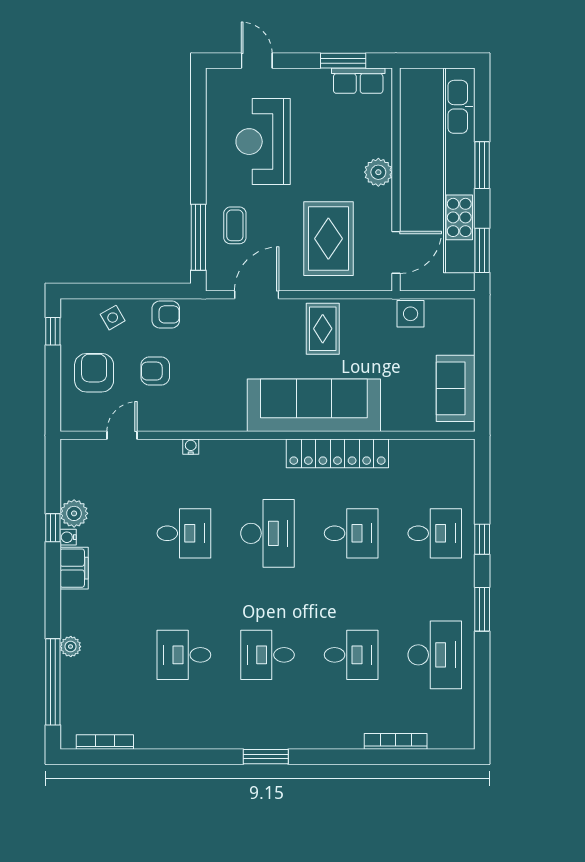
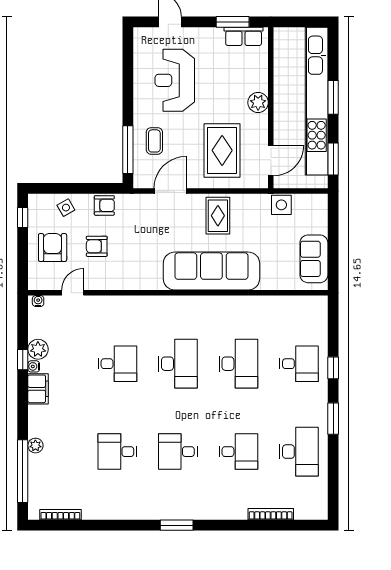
water cooler: (191, 447) -> (38, 301), moved
locker: (337, 453) -> (229, 306), removed
desk: (351, 533) -> (238, 364), width x1.37

